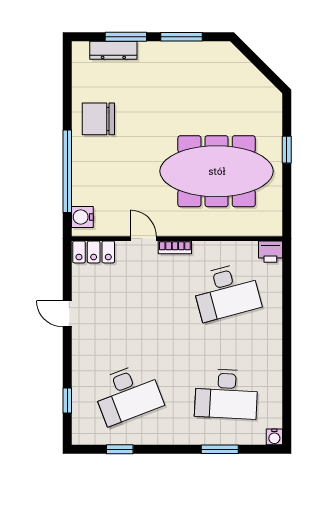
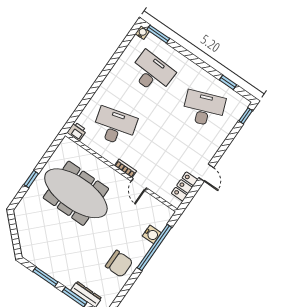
water cooler: (82, 217) -> (152, 234), moved
locker: (94, 252) -> (185, 187), moved, turned -90
window: (67, 400) -> (246, 116), moved
window: (220, 449) -> (158, 34), moved

